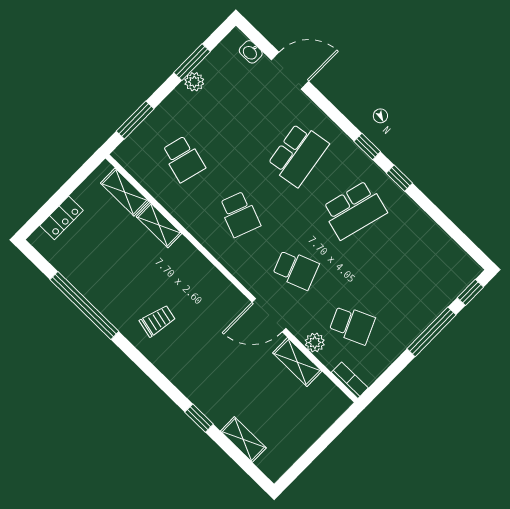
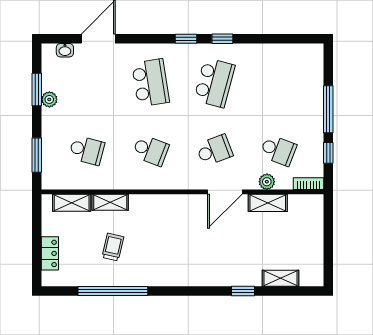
window: (470, 292) -> (328, 153), moved
trolley: (158, 321) -> (113, 247), moved
school desk: (352, 325) -> (278, 150), turned 45

